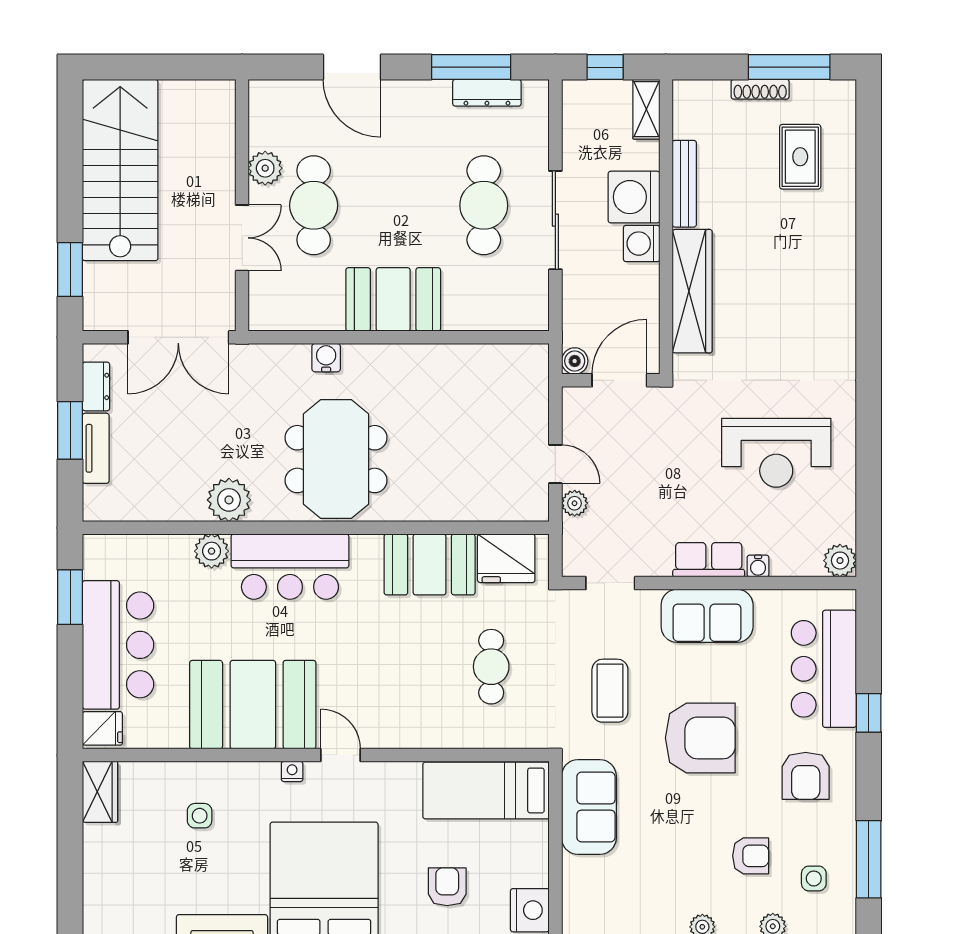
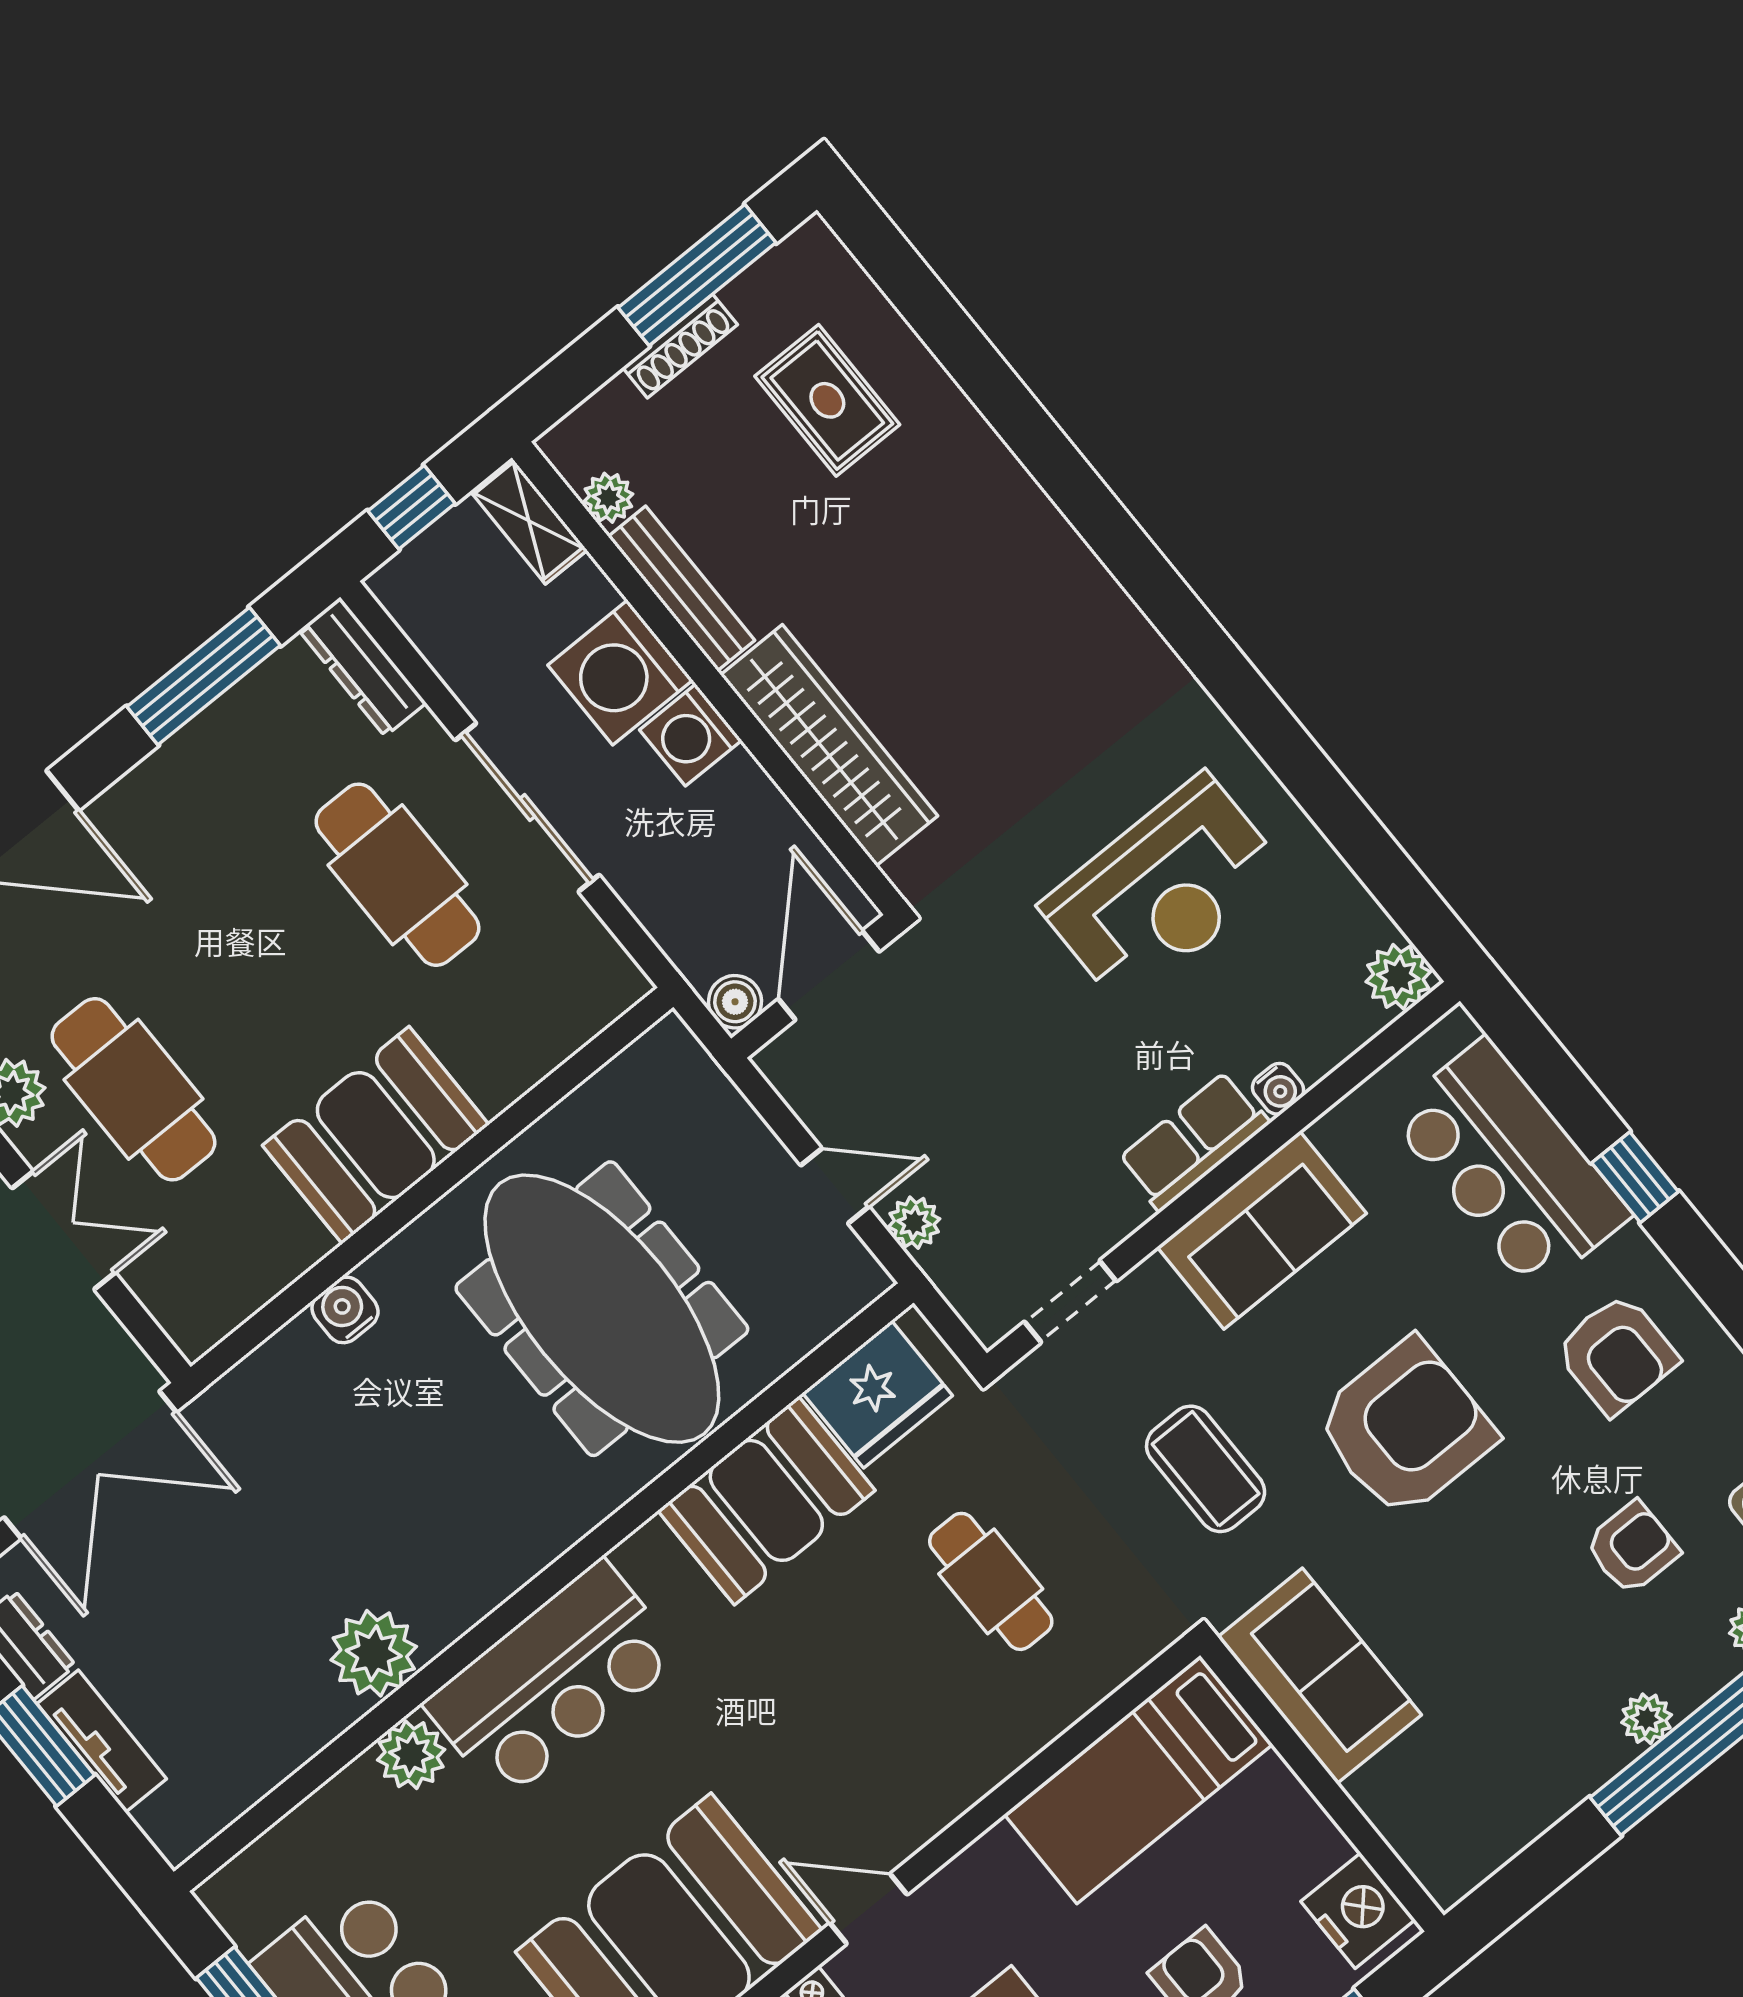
dresser: (487, 93) -> (363, 667), moved, turned 90
plant: (685, 125) -> (608, 498), added
meeting table: (336, 459) -> (602, 1309), moved, width x1.36

